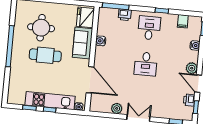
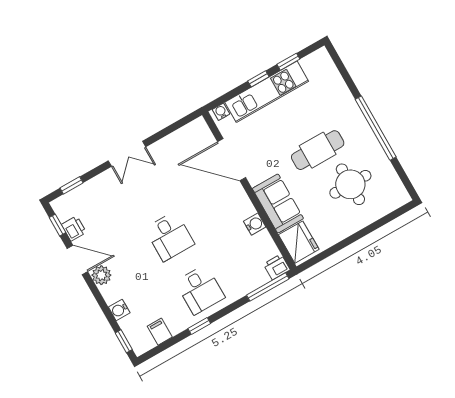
printer: (125, 15) -> (277, 267), moved
desk: (146, 64) -> (170, 236), turned 180
plant: (117, 108) -> (166, 146), removed

